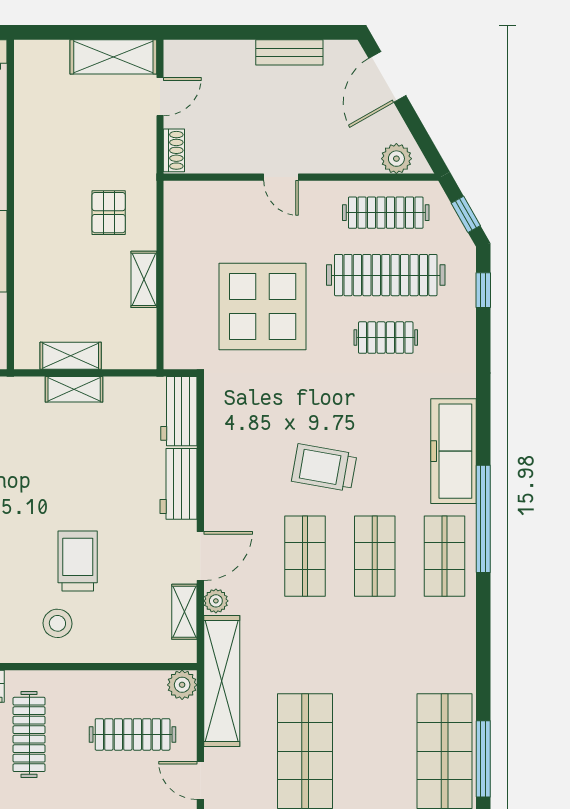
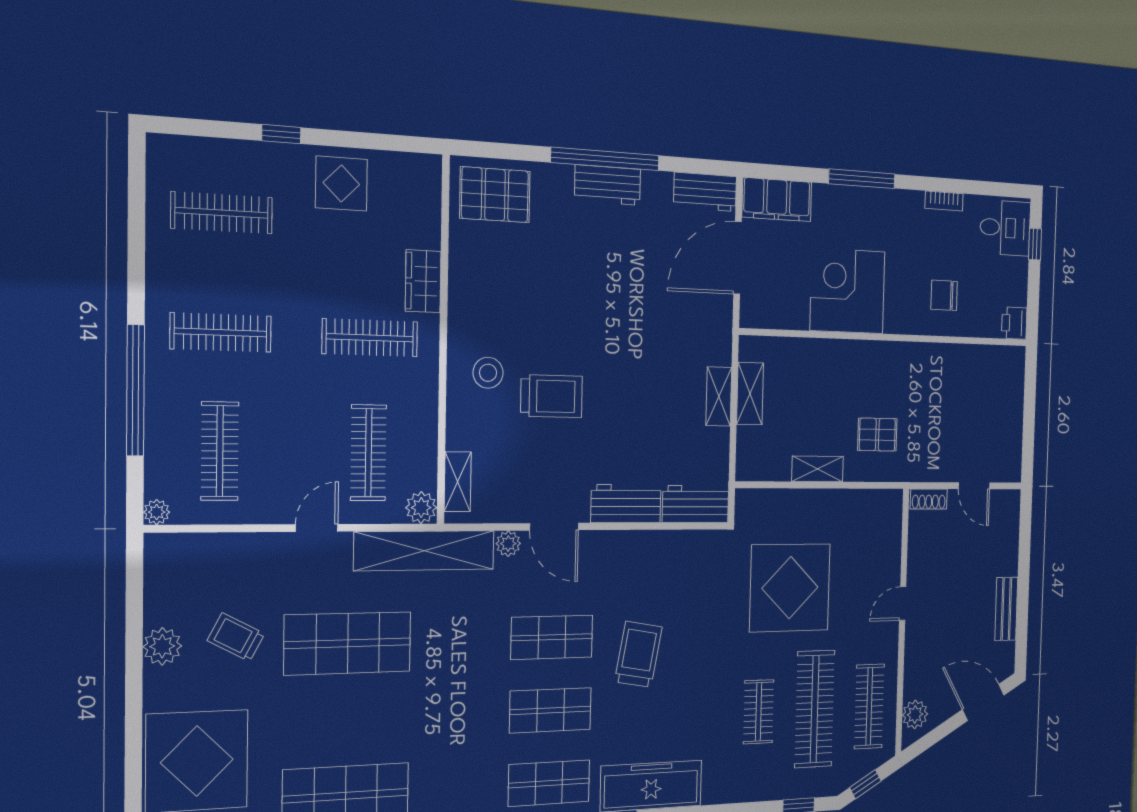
shelving: (113, 57) -> (1008, 441), removed
shelving: (184, 612) -> (458, 482), moved, turned 90

